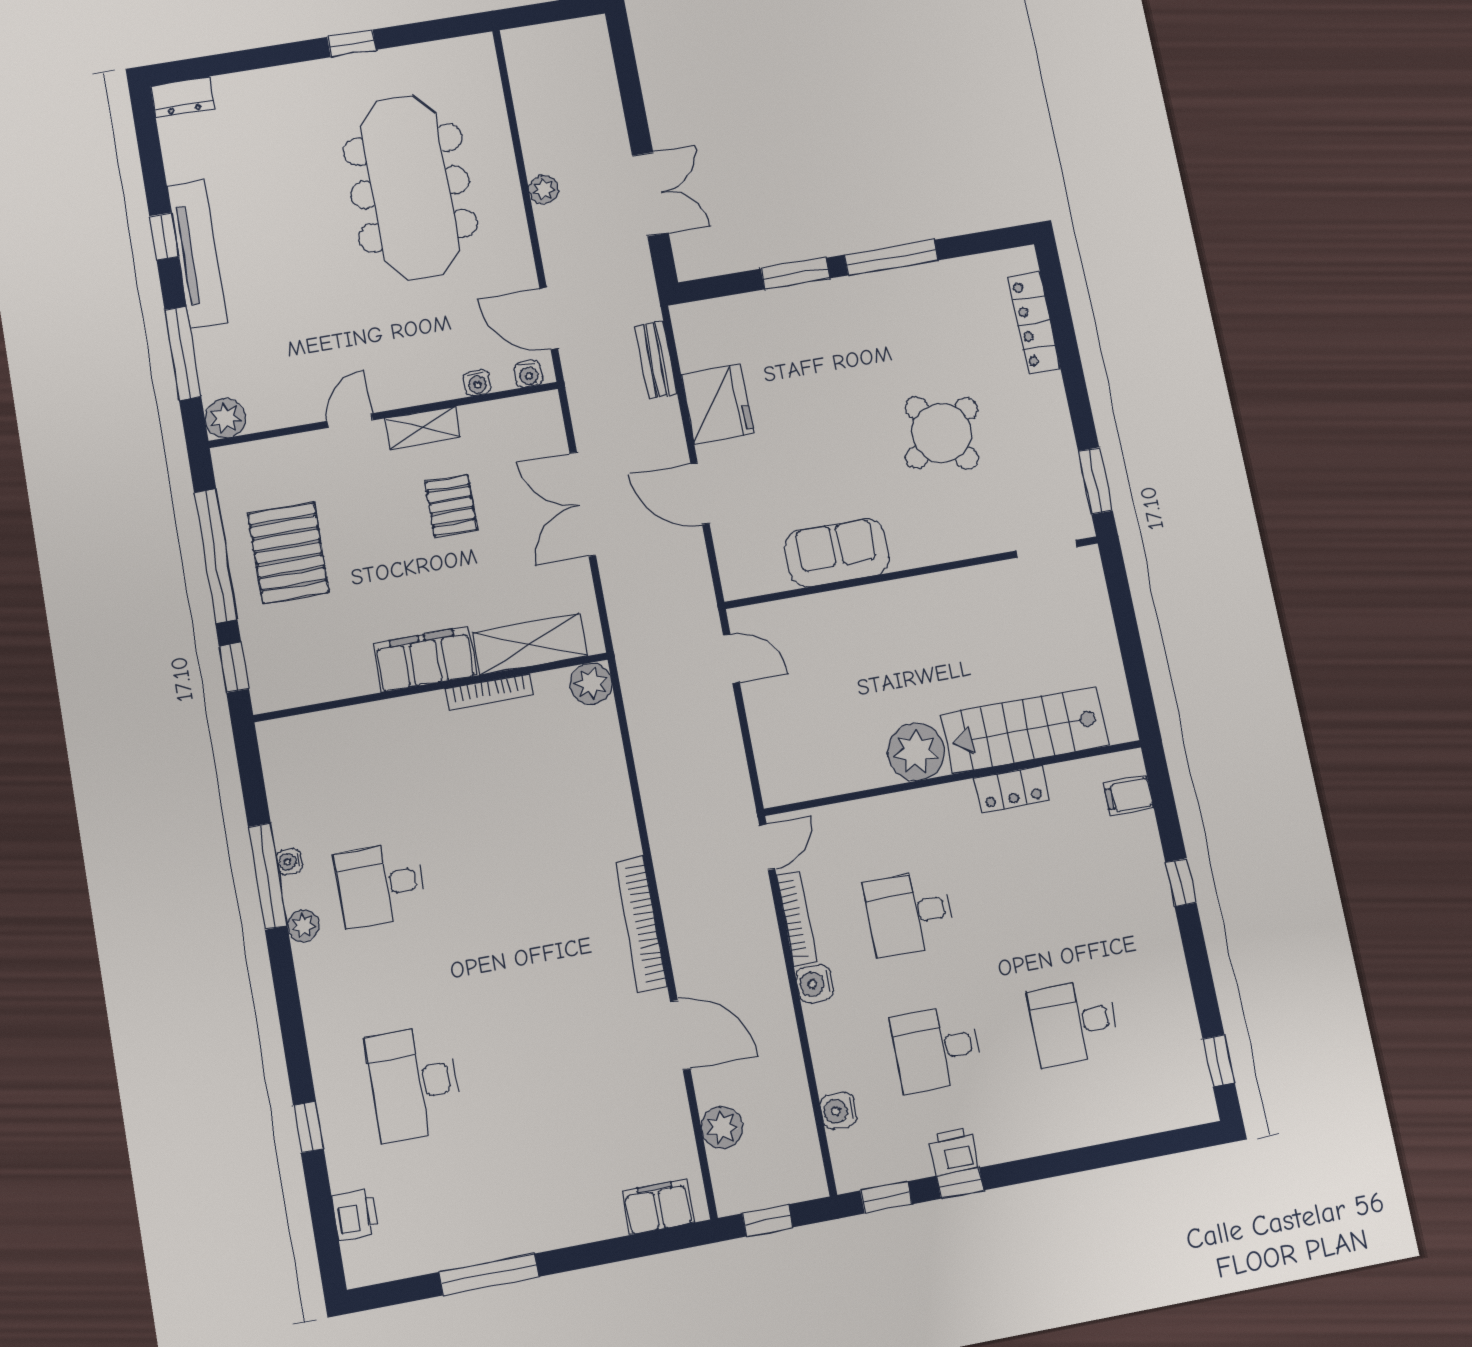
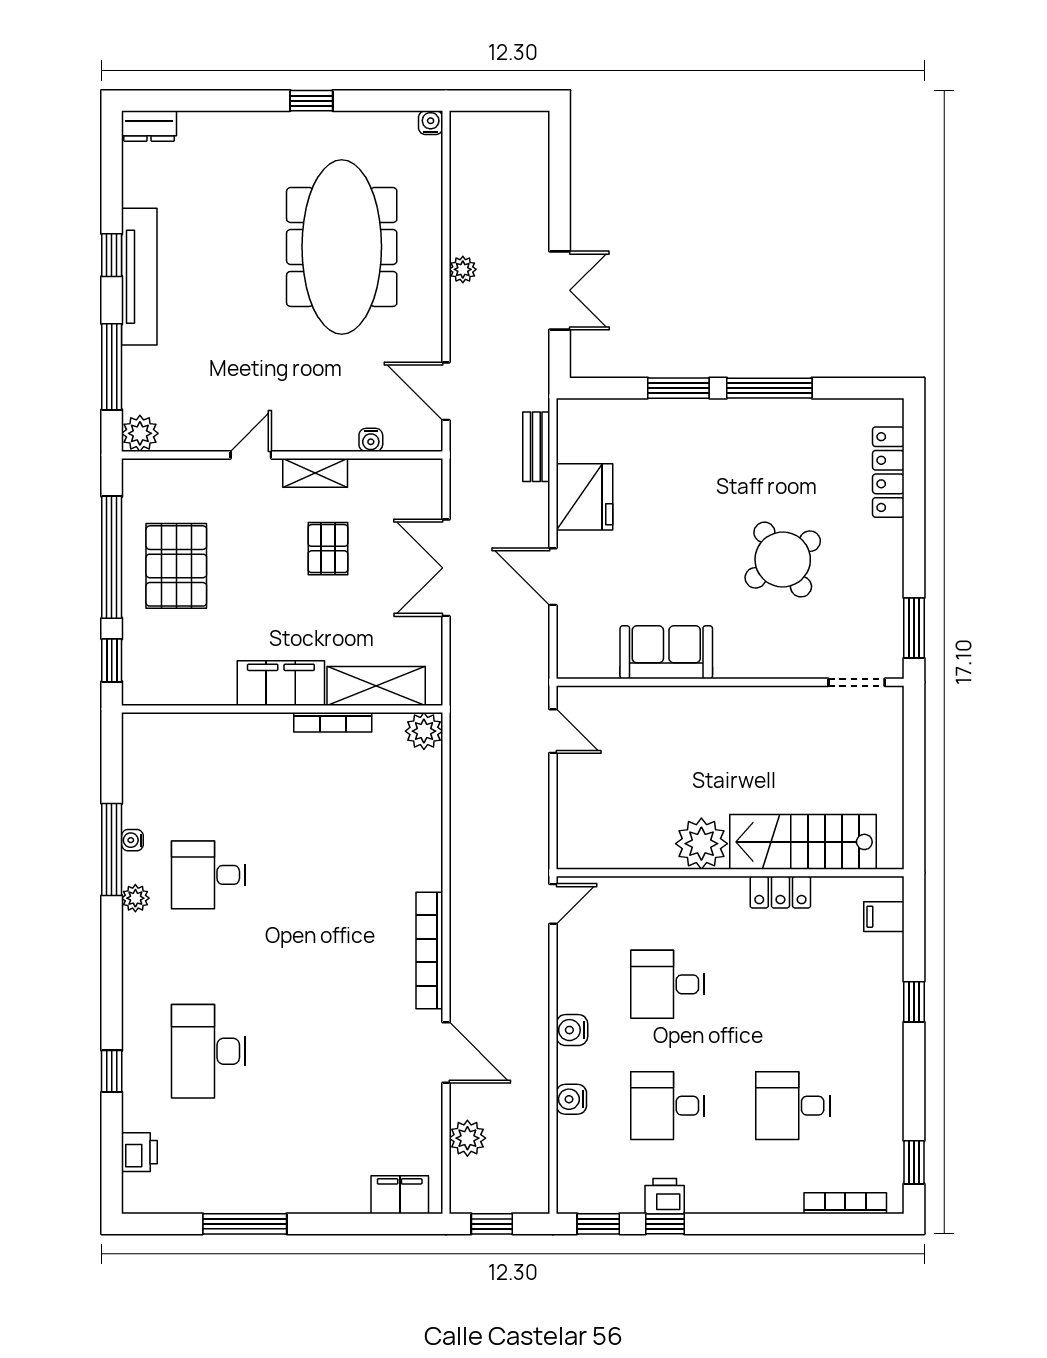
water cooler: (529, 374) -> (431, 123), moved, turned 180
bookcase: (796, 918) -> (845, 1203), moved, turned -90
water cooler: (838, 1111) -> (571, 1099), moved

